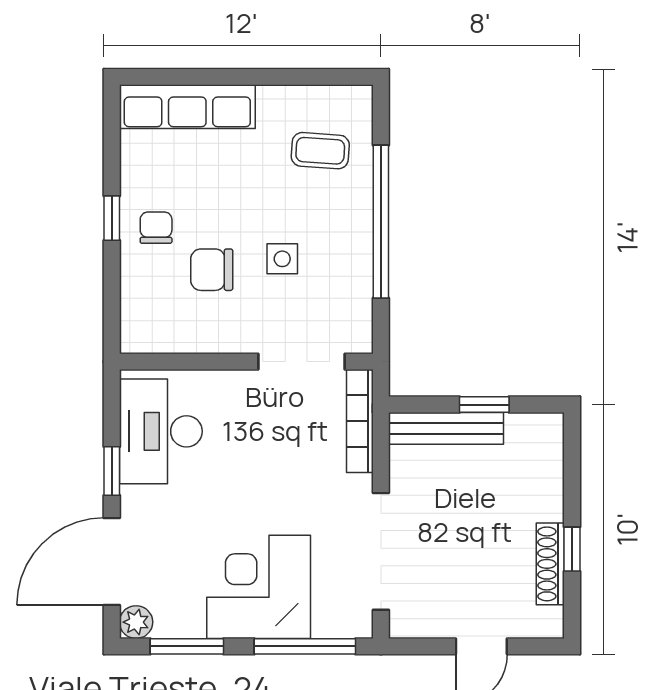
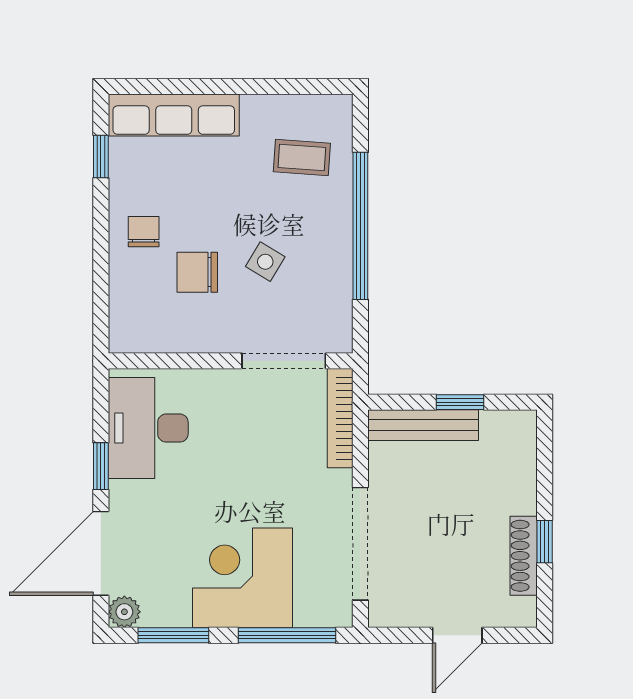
window: (112, 218) -> (101, 157), moved
side table: (282, 259) -> (265, 262), turned 31

